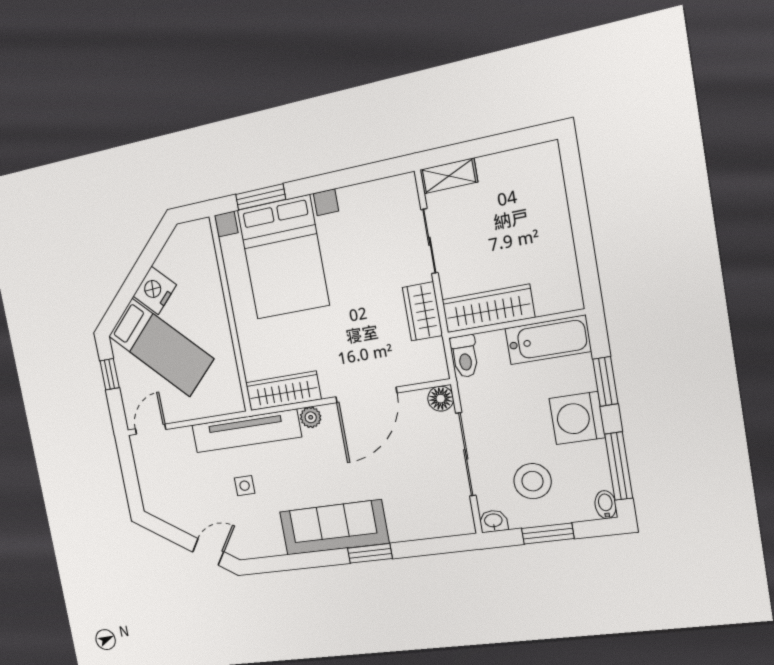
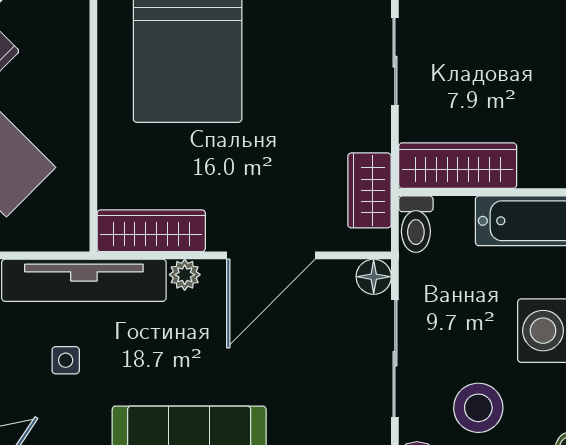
wardrobe: (423, 311) -> (370, 190), moved

